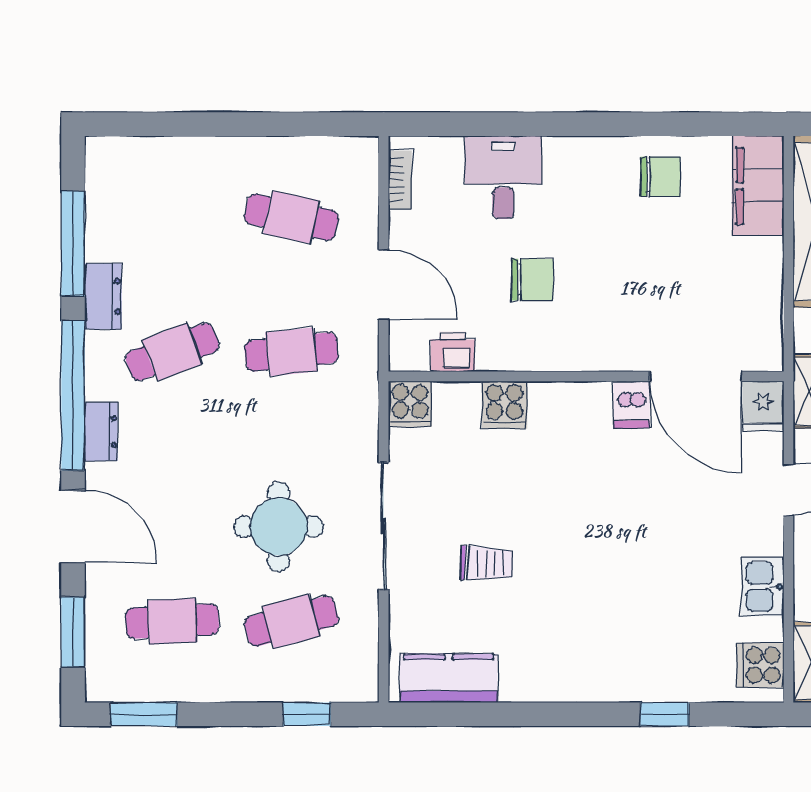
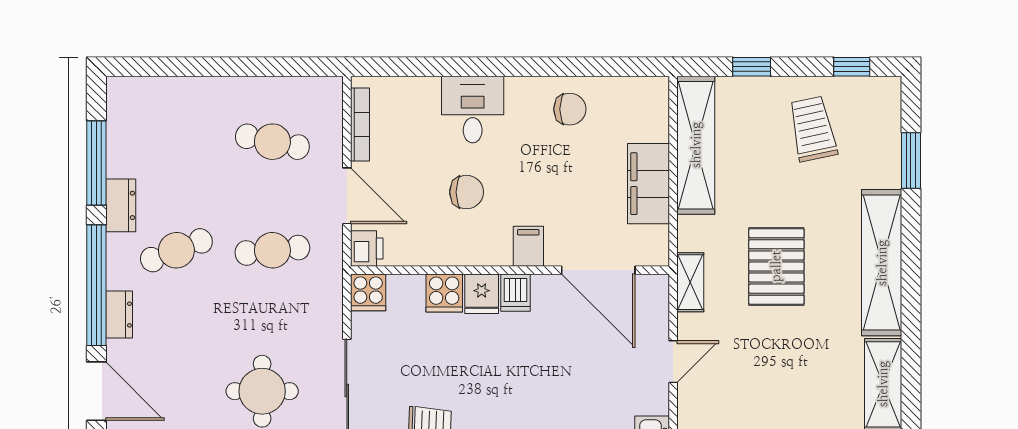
desk: (503, 177) -> (473, 110), moved
bookcase: (400, 180) -> (360, 125), width x1.56
filing cabinet: (758, 186) -> (648, 184), moved
filing cabinet: (609, 347) -> (528, 246), added
printer: (453, 352) -> (367, 248), moved, turned 90
dishwasher: (631, 404) -> (515, 293), moved
fridge: (763, 406) -> (482, 294), moved

